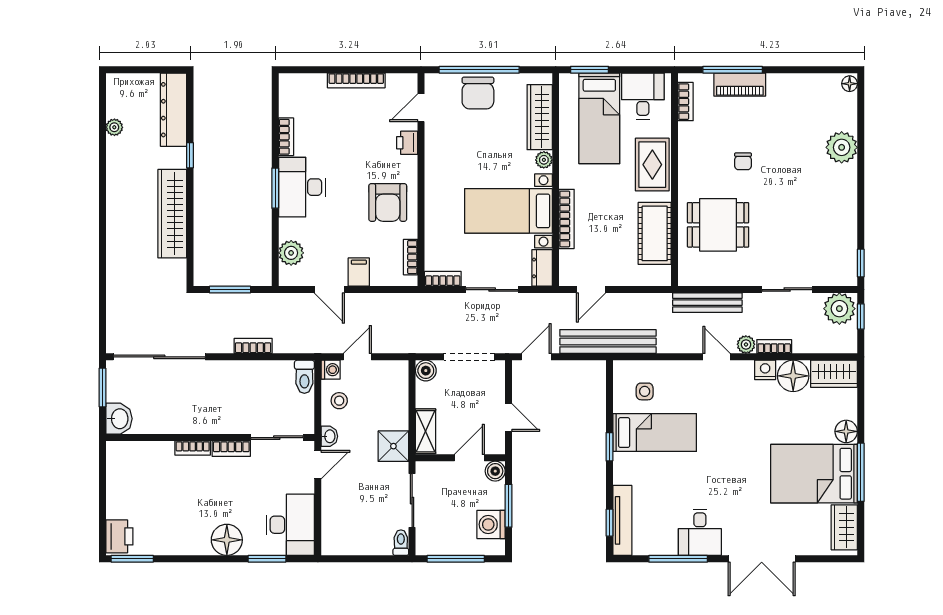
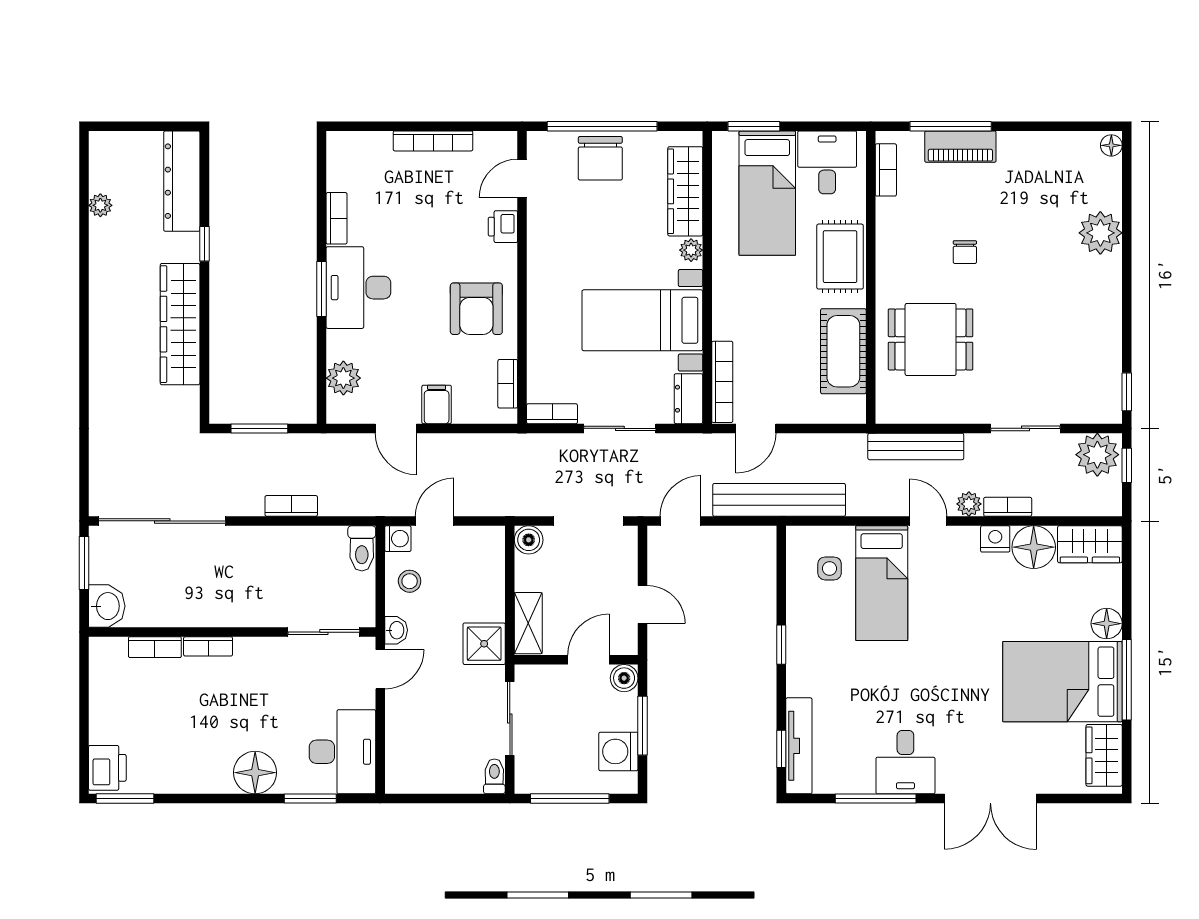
bookcase: (567, 219) -> (722, 382), moved
bed: (655, 433) -> (882, 583), moved, turned 90
bookcase: (231, 449) -> (155, 647), moved

